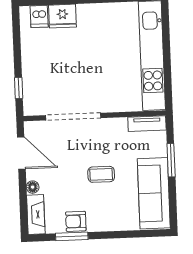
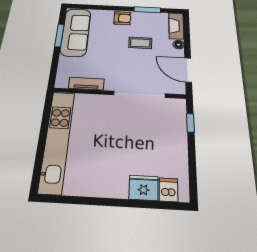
tv unit: (147, 124) -> (86, 84), moved
window: (171, 160) -> (59, 35), moved
coffee table: (101, 174) -> (140, 43), moved
armchair: (76, 221) -> (122, 18), moved

